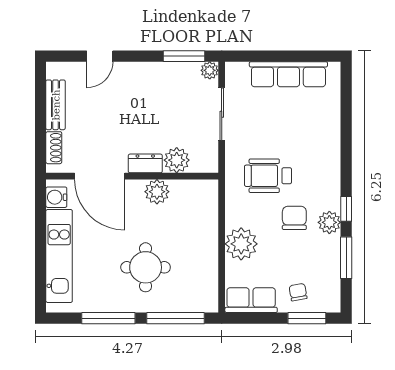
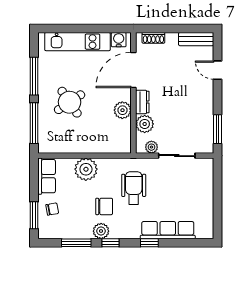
plant: (210, 70) -> (151, 147), moved
row of seats: (288, 74) -> (168, 230), moved, turned 90
bench: (56, 105) -> (196, 39), moved
window: (346, 153) -> (149, 243), added
round table: (146, 267) -> (70, 102), turned -34

